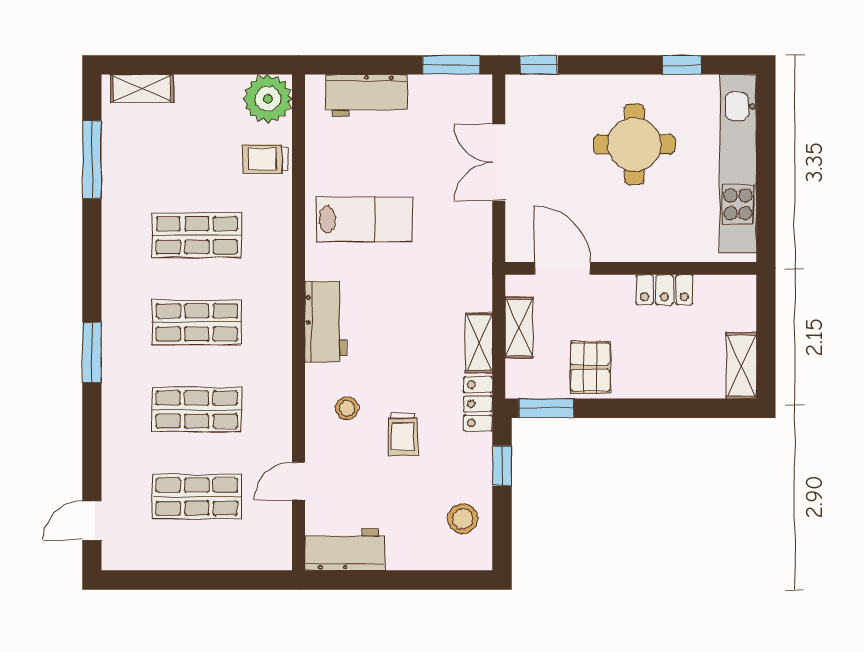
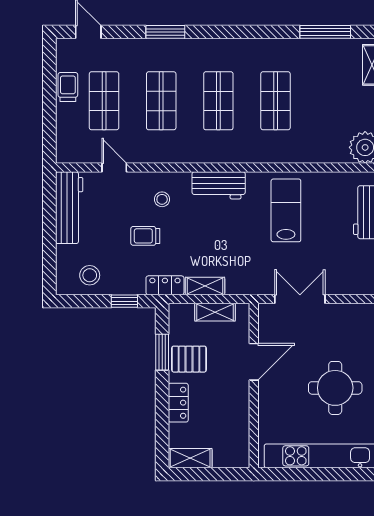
trolley: (265, 159) -> (68, 87), moved
double door: (499, 163) -> (300, 299), moved
lab bench: (364, 219) -> (286, 210), turned 180
door: (562, 268) -> (254, 362), moved
locker: (664, 290) -> (178, 403), moved, turned 180
window: (92, 352) -> (165, 32), moved
window: (546, 408) -> (162, 352), moved
workbench: (345, 550) -> (69, 208), width x1.38

